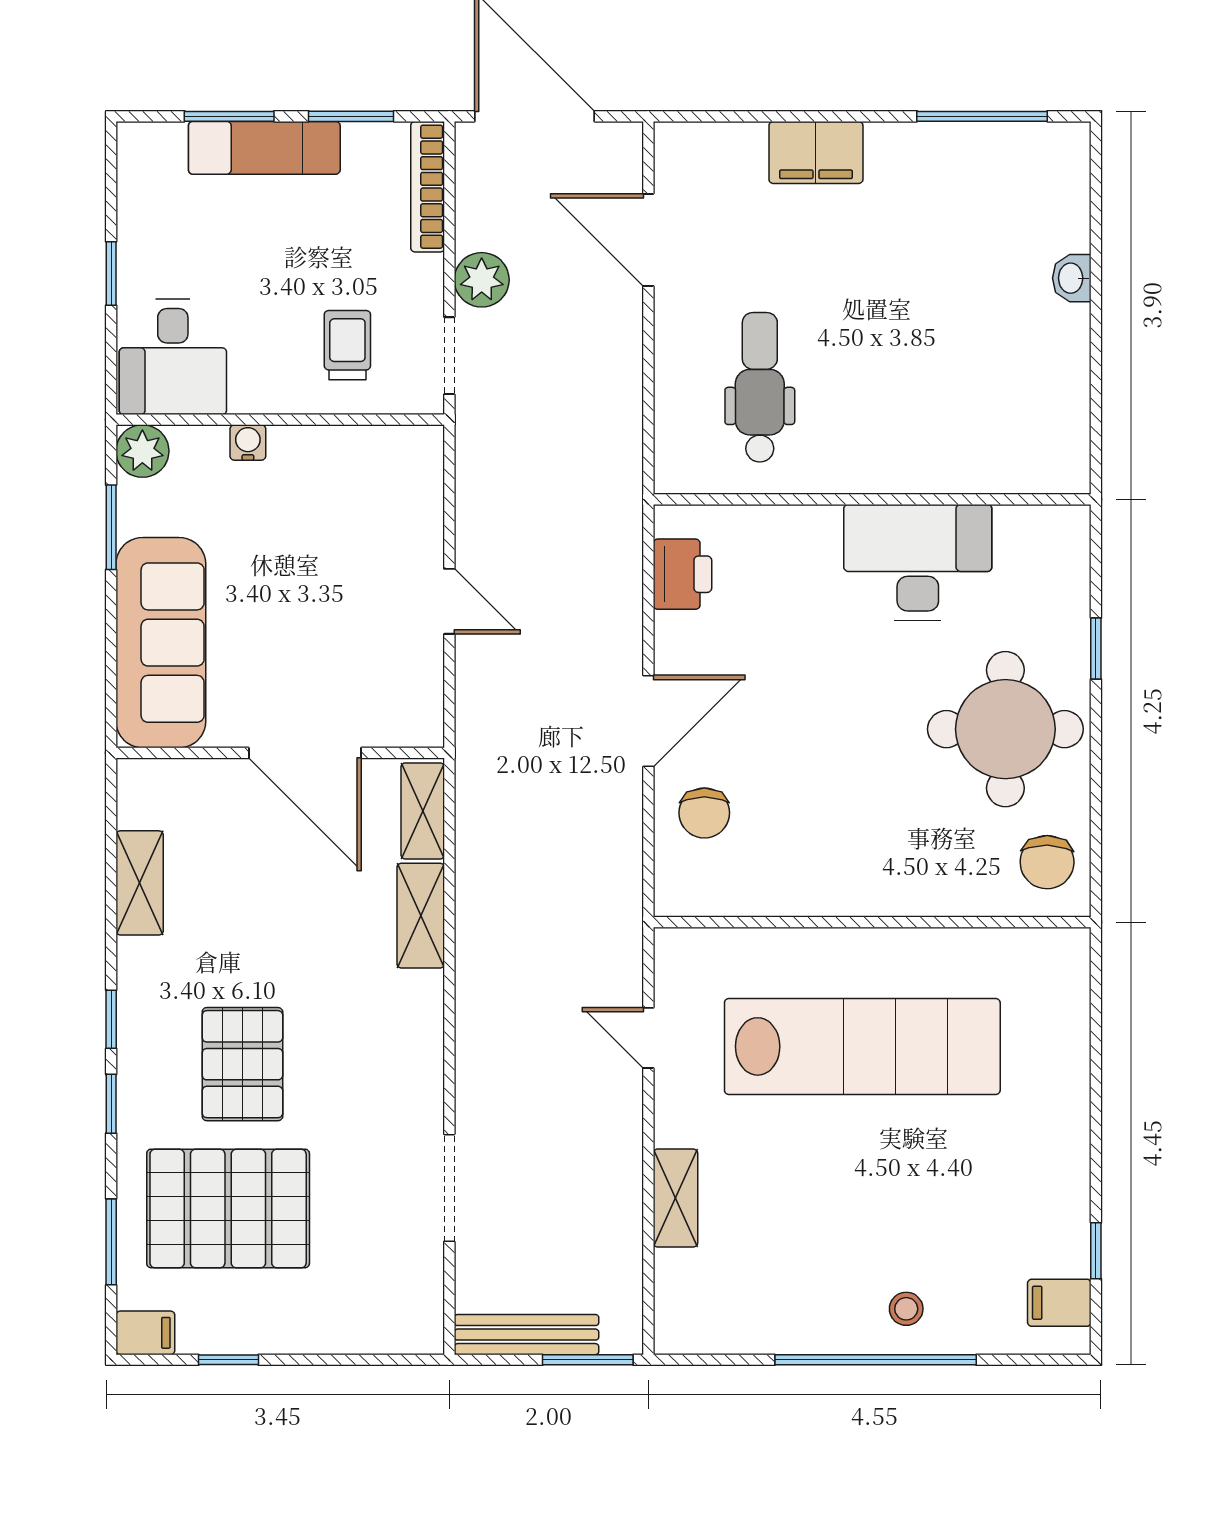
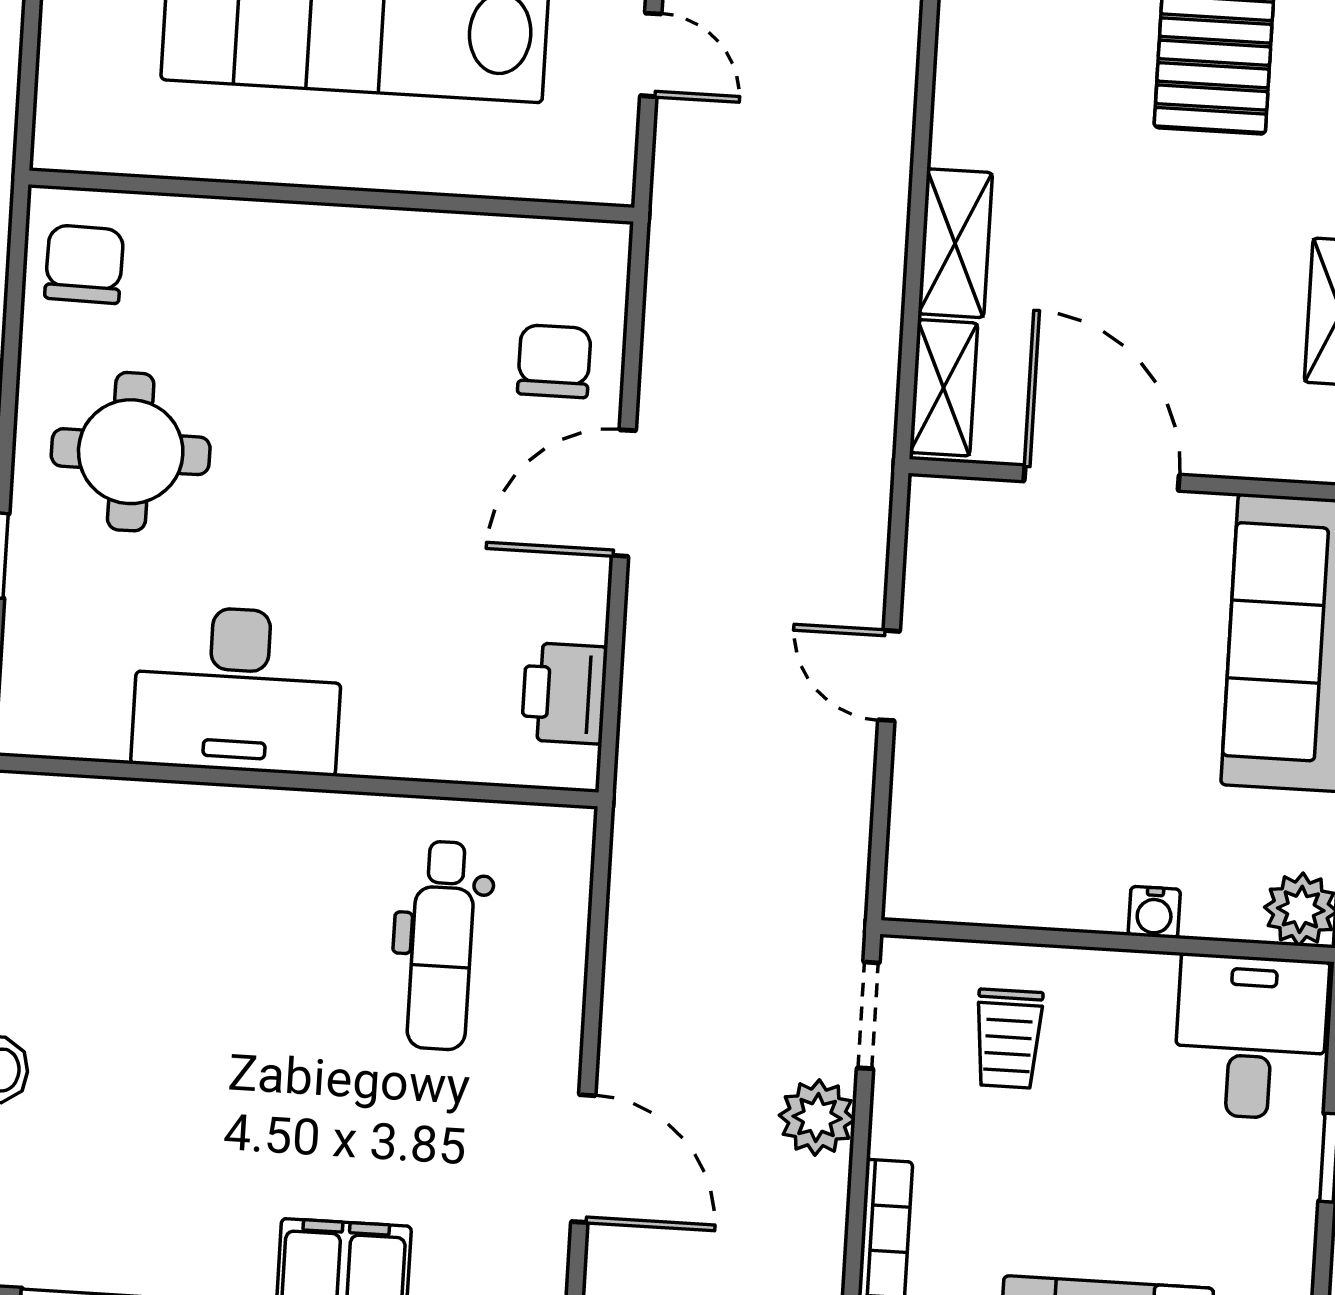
round table: (1005, 729) -> (131, 452), width x0.73, depth x0.73

